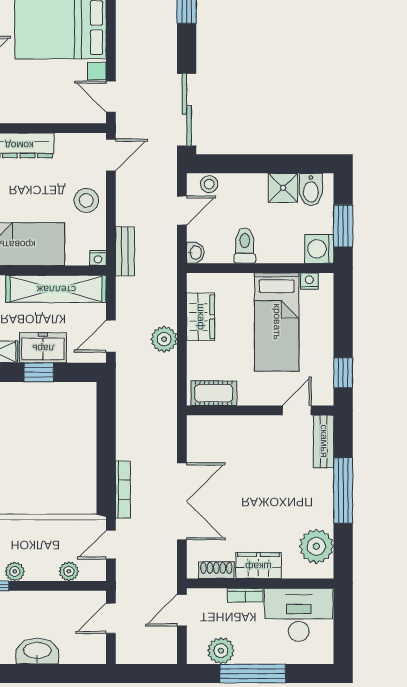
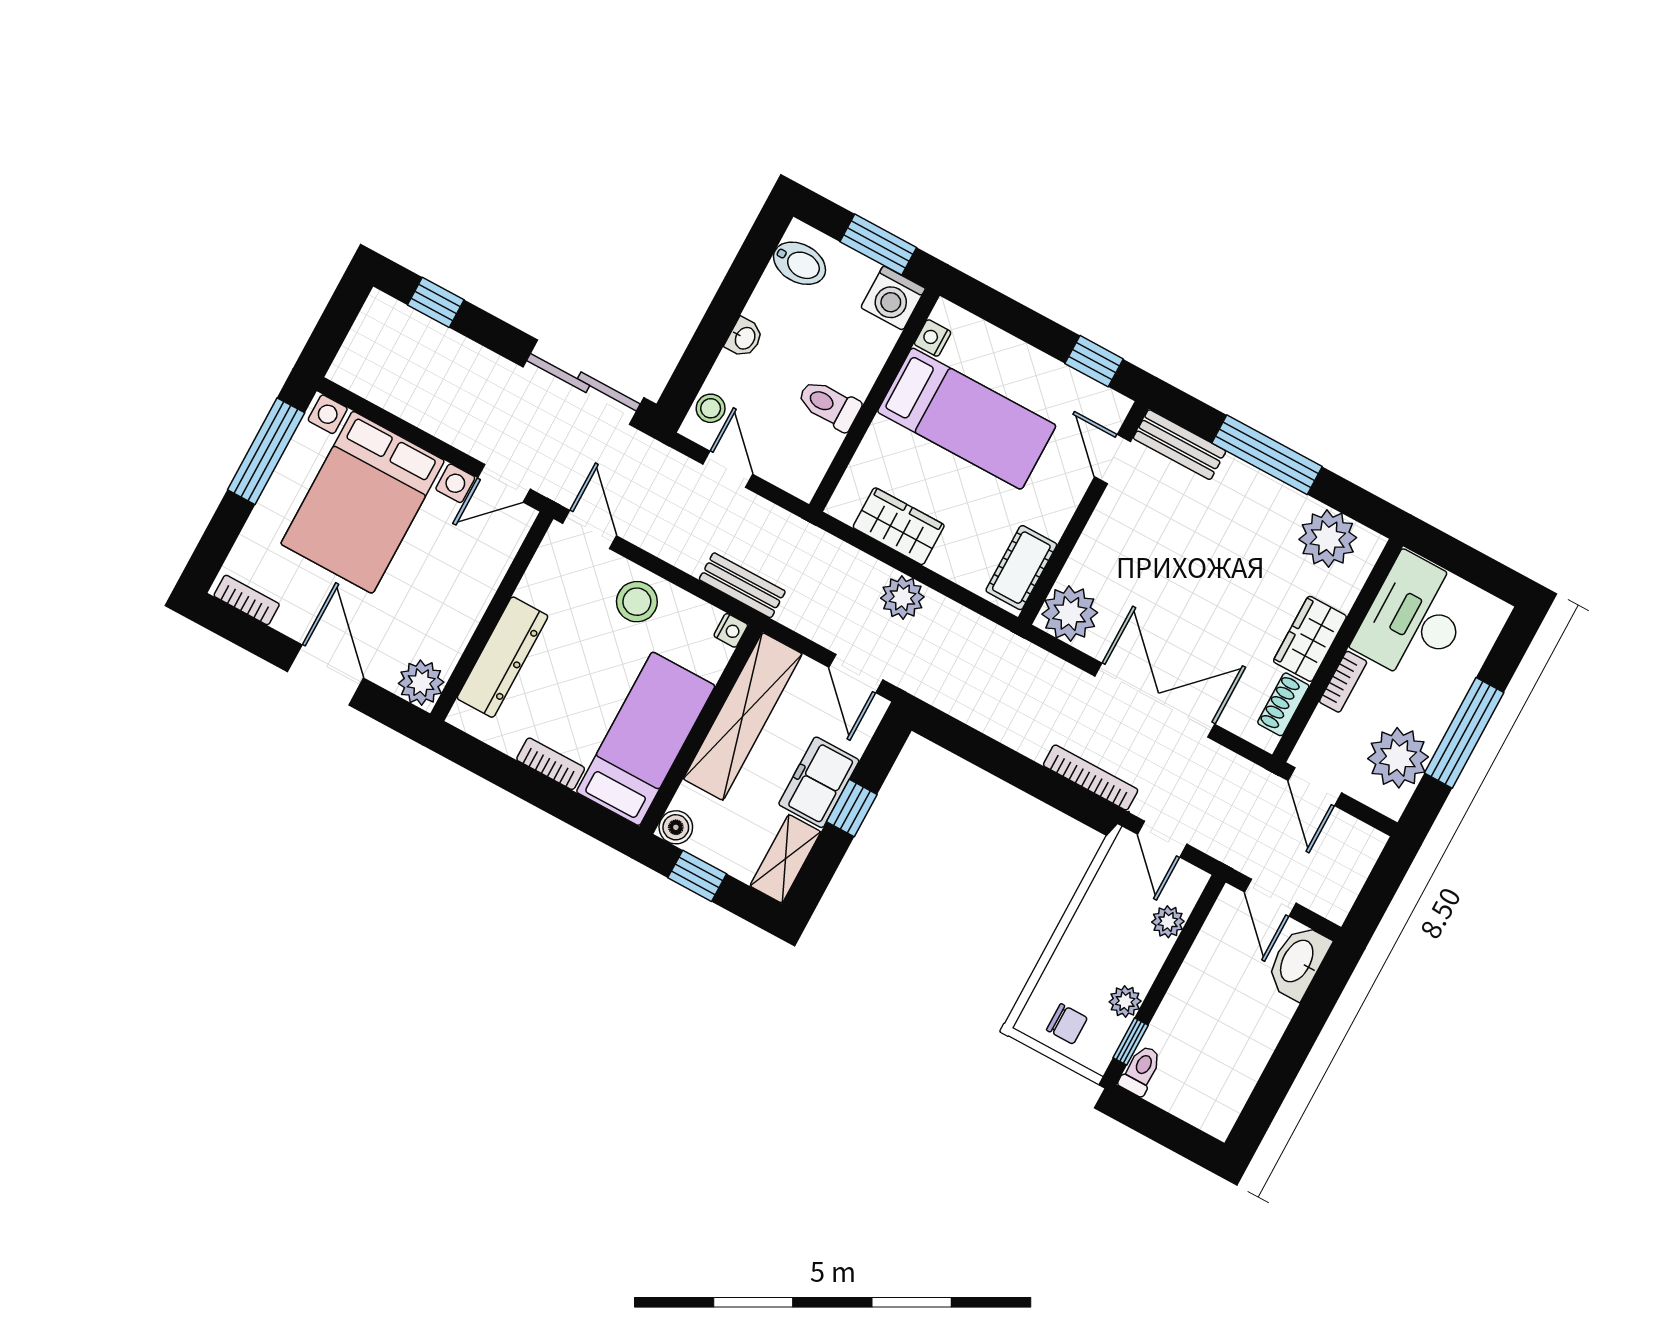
shower: (283, 188) -> (775, 303), removed
washbasin: (195, 253) -> (744, 338), moved, turned 90
plant: (203, 432) -> (1070, 613), added
washbasin: (37, 651) -> (1298, 962), moved
plant: (221, 651) -> (1398, 758), width x1.36, depth x1.36

